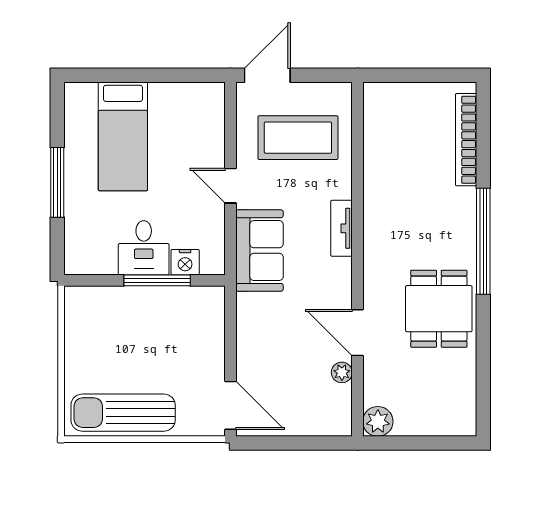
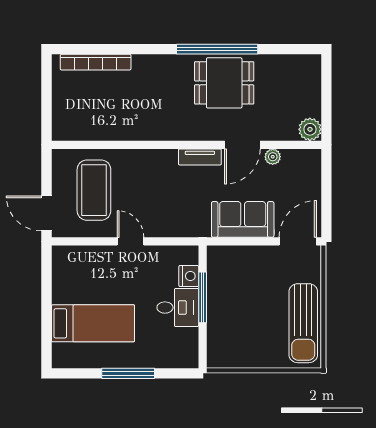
door: (230, 186) -> (131, 241), swing flipped
tv unit: (341, 228) -> (200, 157), moved
window: (483, 241) -> (217, 49), moved
sofa: (259, 251) -> (243, 219), moved

